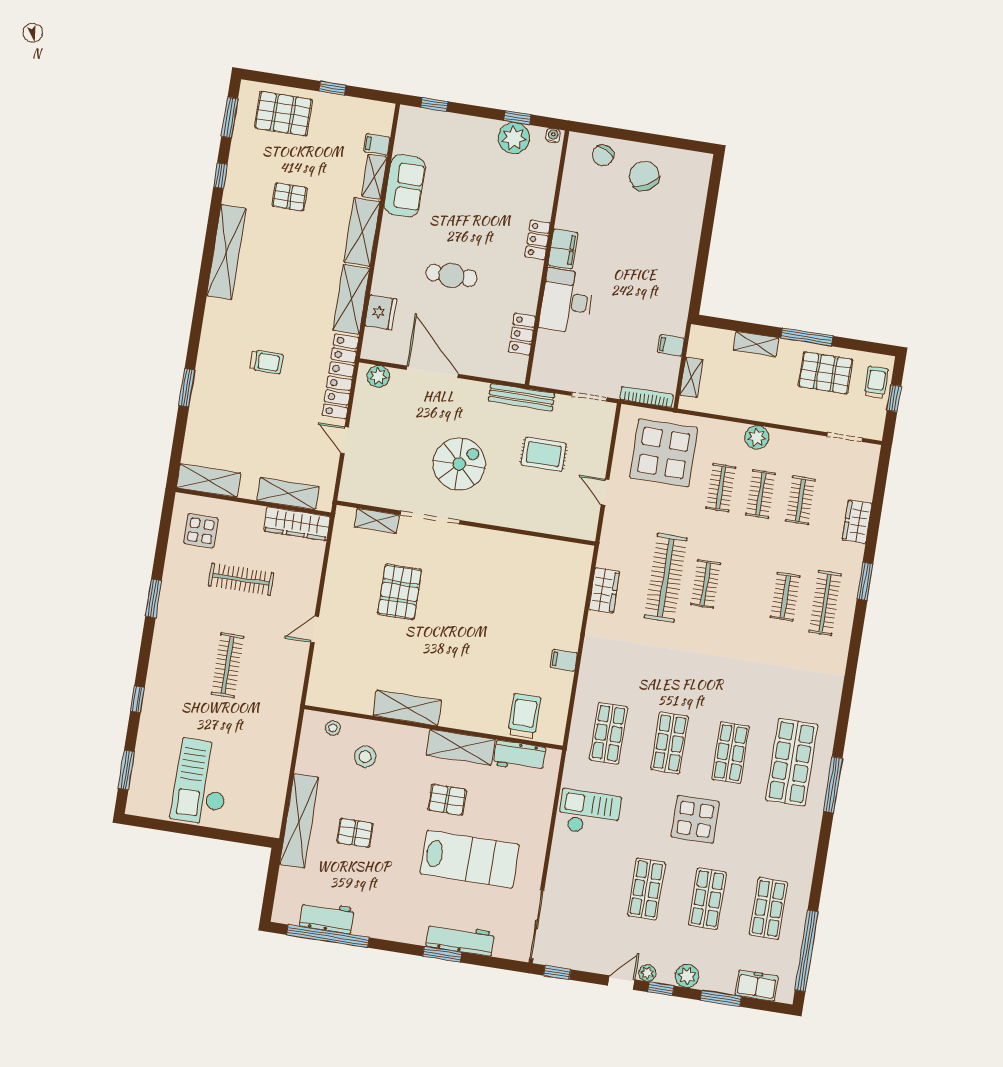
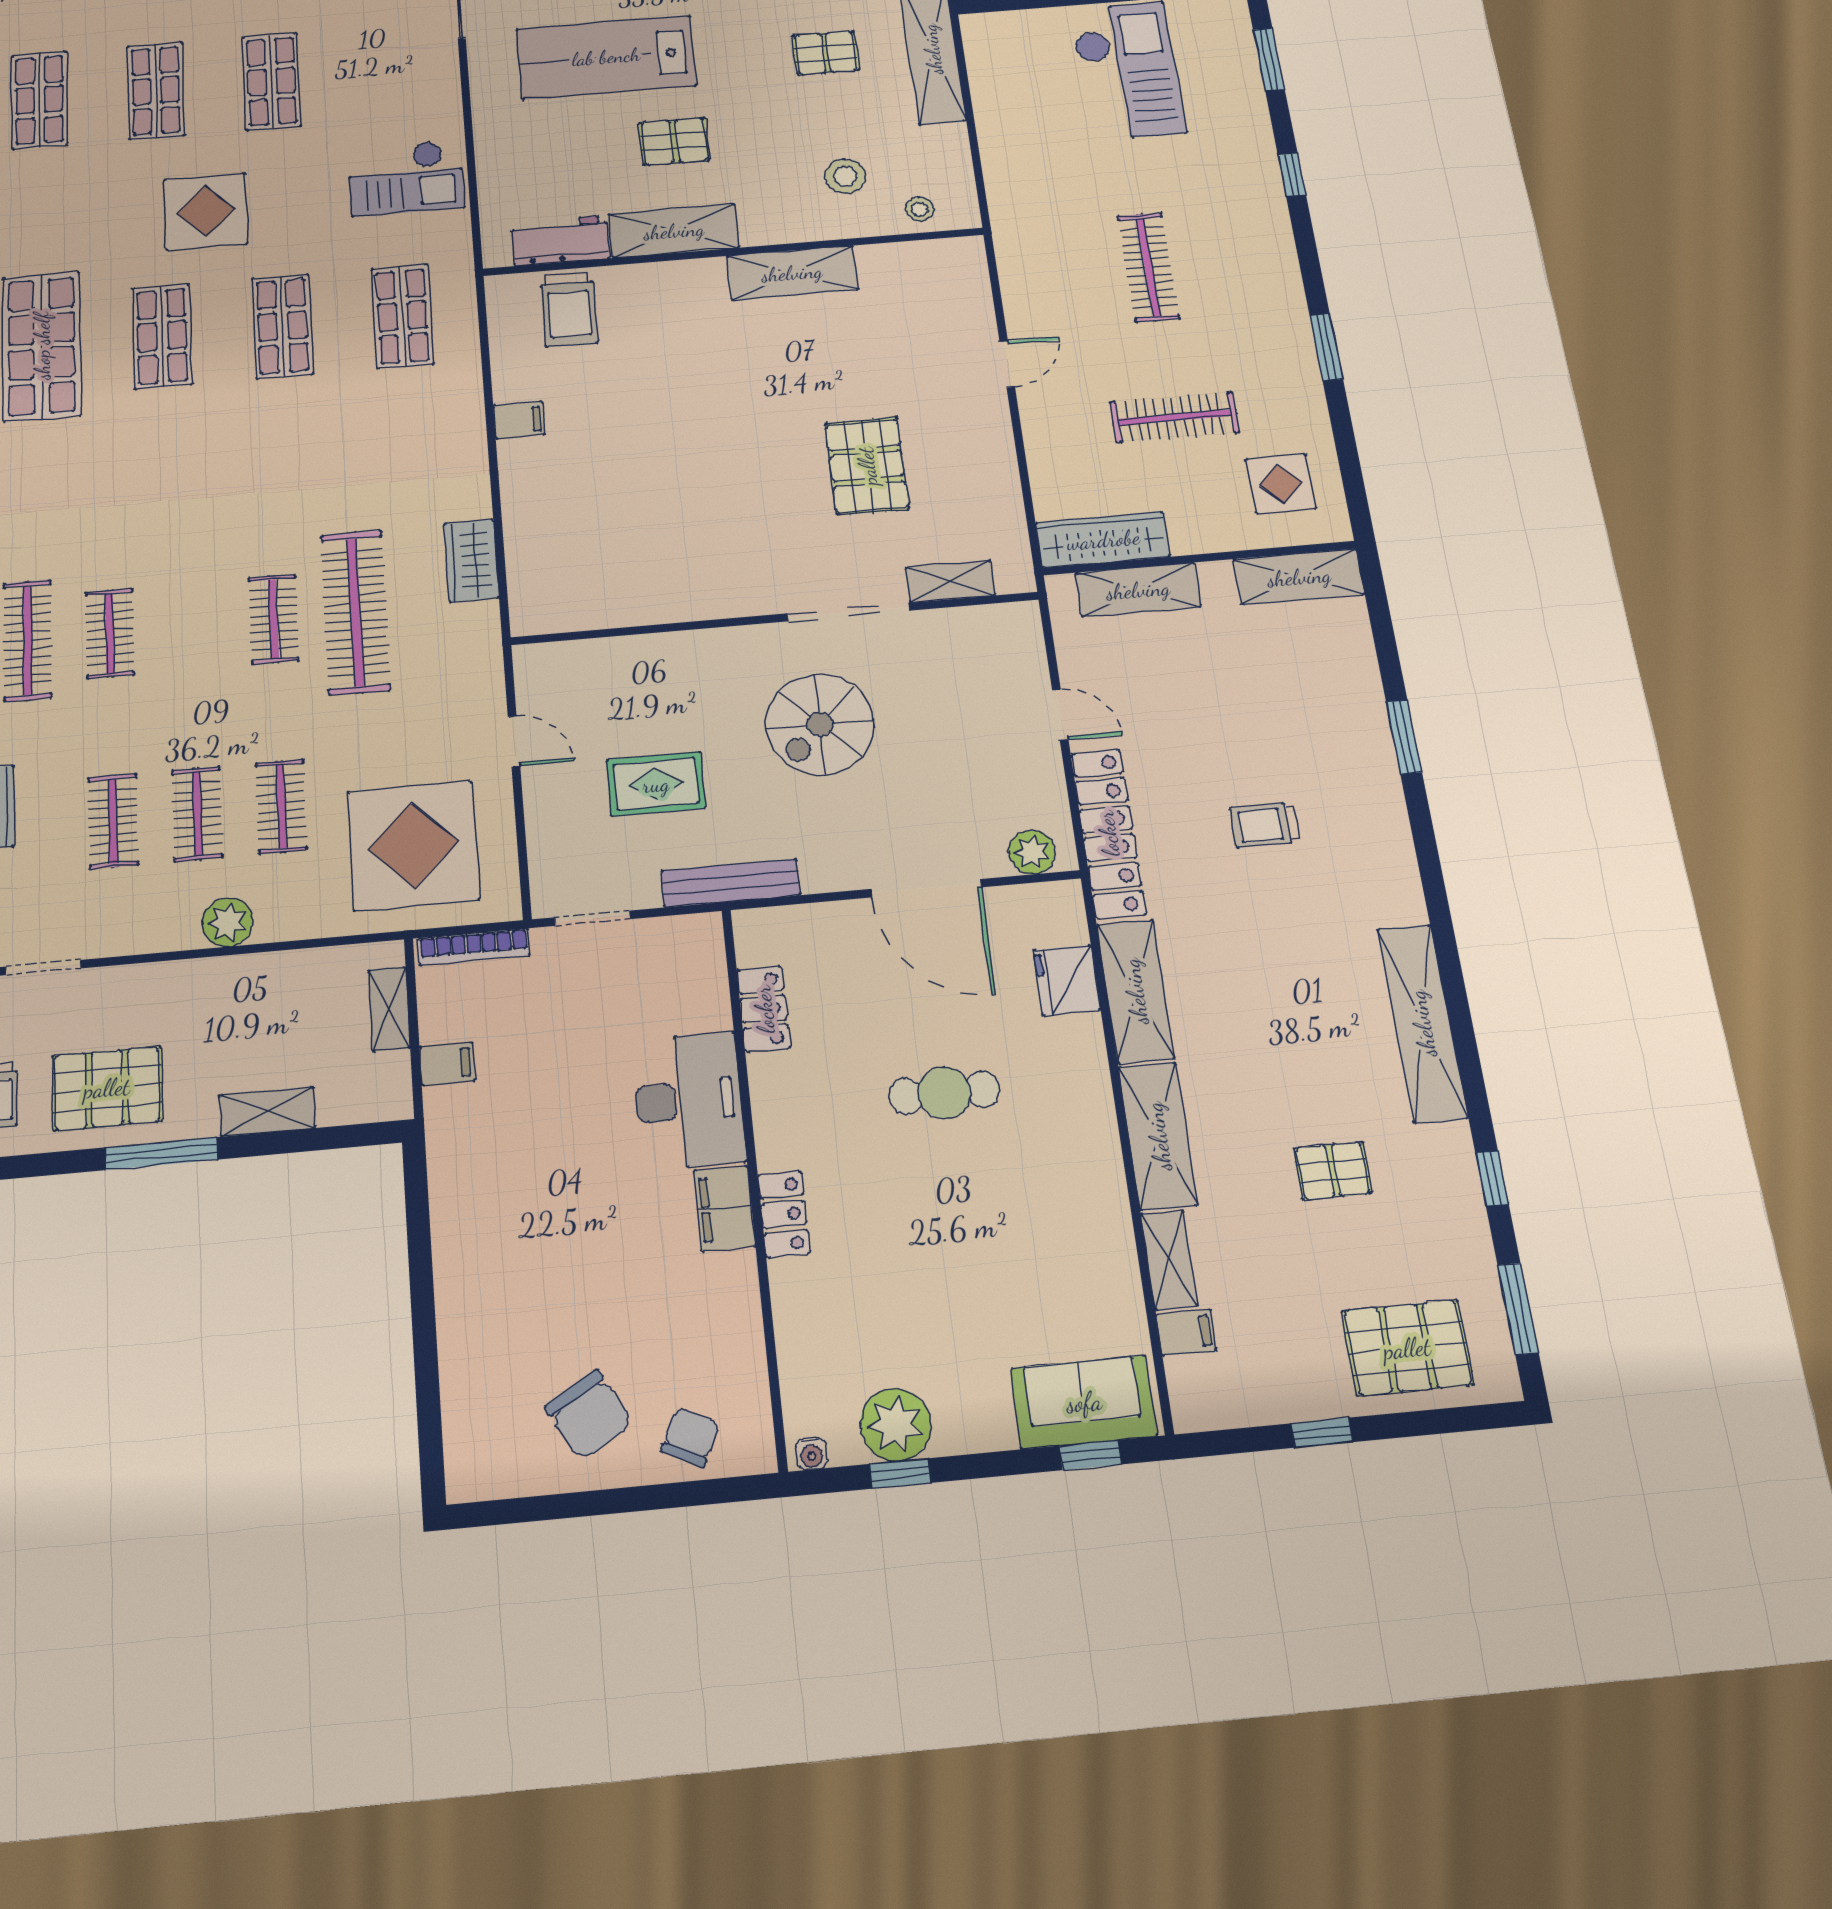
sofa: (405, 186) -> (1084, 1402), moved, turned 90

